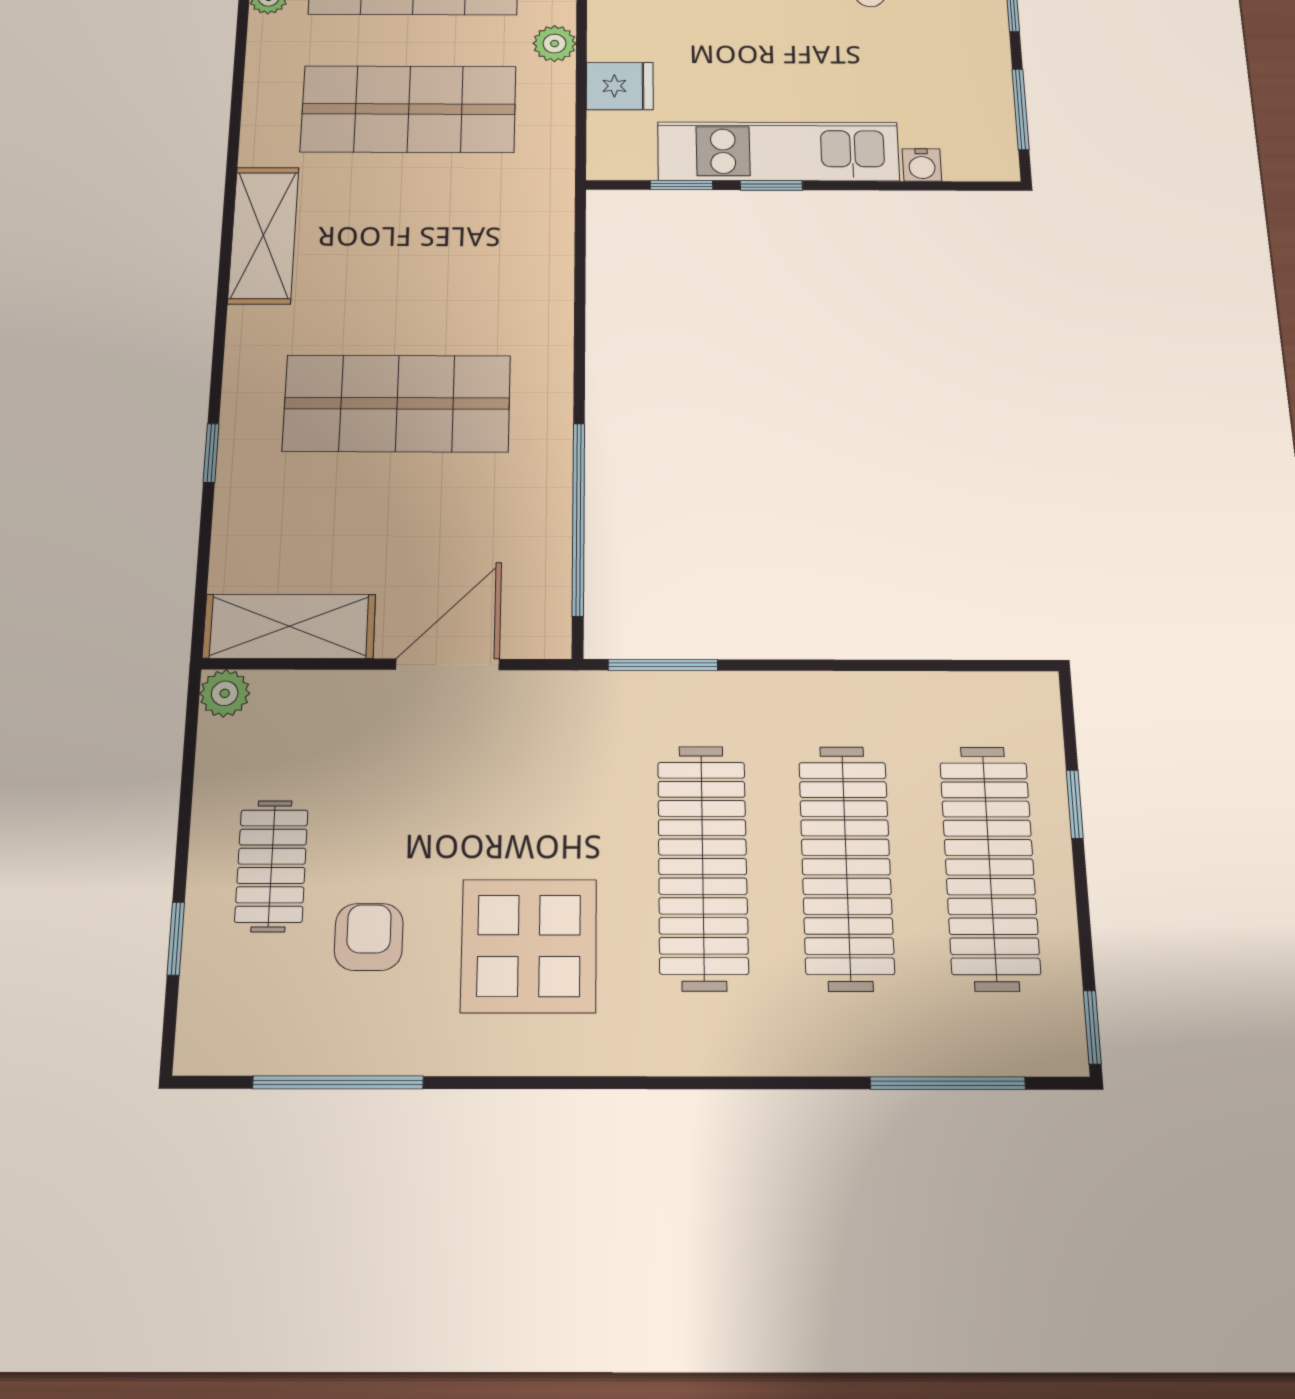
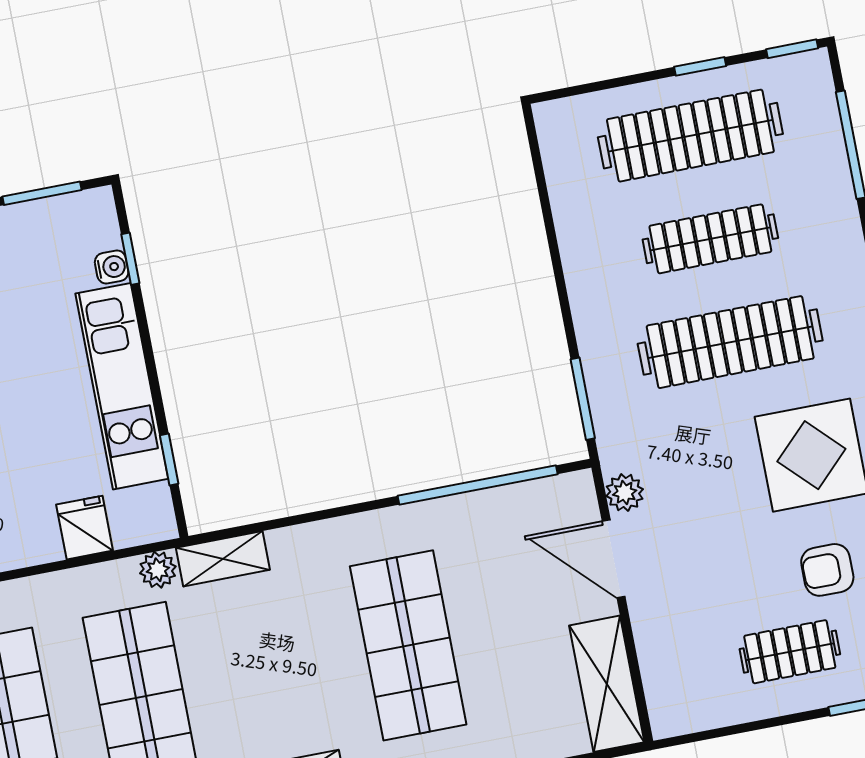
plant: (555, 44) -> (158, 570), moved
window: (771, 185) -> (130, 259), moved
shelving: (551, 221) -> (223, 559), added
plant: (225, 693) -> (625, 493), moved
window: (1075, 804) -> (700, 66), moved
clothes rail: (846, 867) -> (710, 239), width x0.73, depth x0.76

